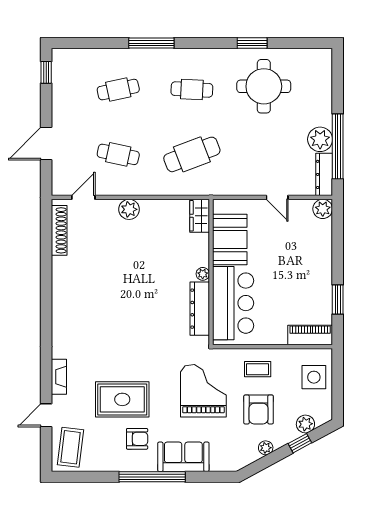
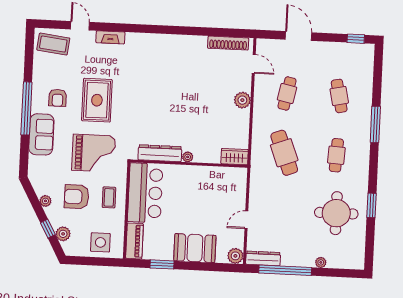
plant: (320, 139) -> (321, 262), moved, width x0.53, depth x0.53
booth: (230, 240) -> (195, 248), moved
bar counter: (233, 303) -> (145, 193), moved, turned -90
rug: (122, 399) -> (97, 100), moved

